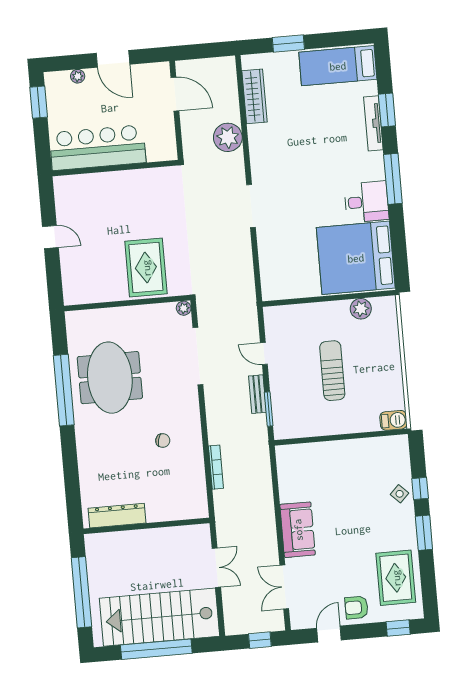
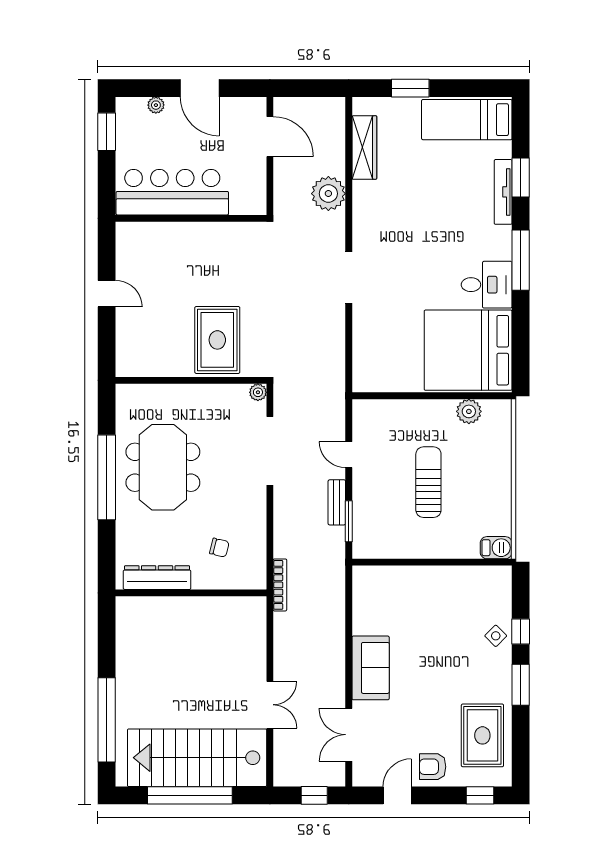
dresser: (117, 516) -> (157, 578), moved
wall: (146, 526) -> (191, 593), moved

